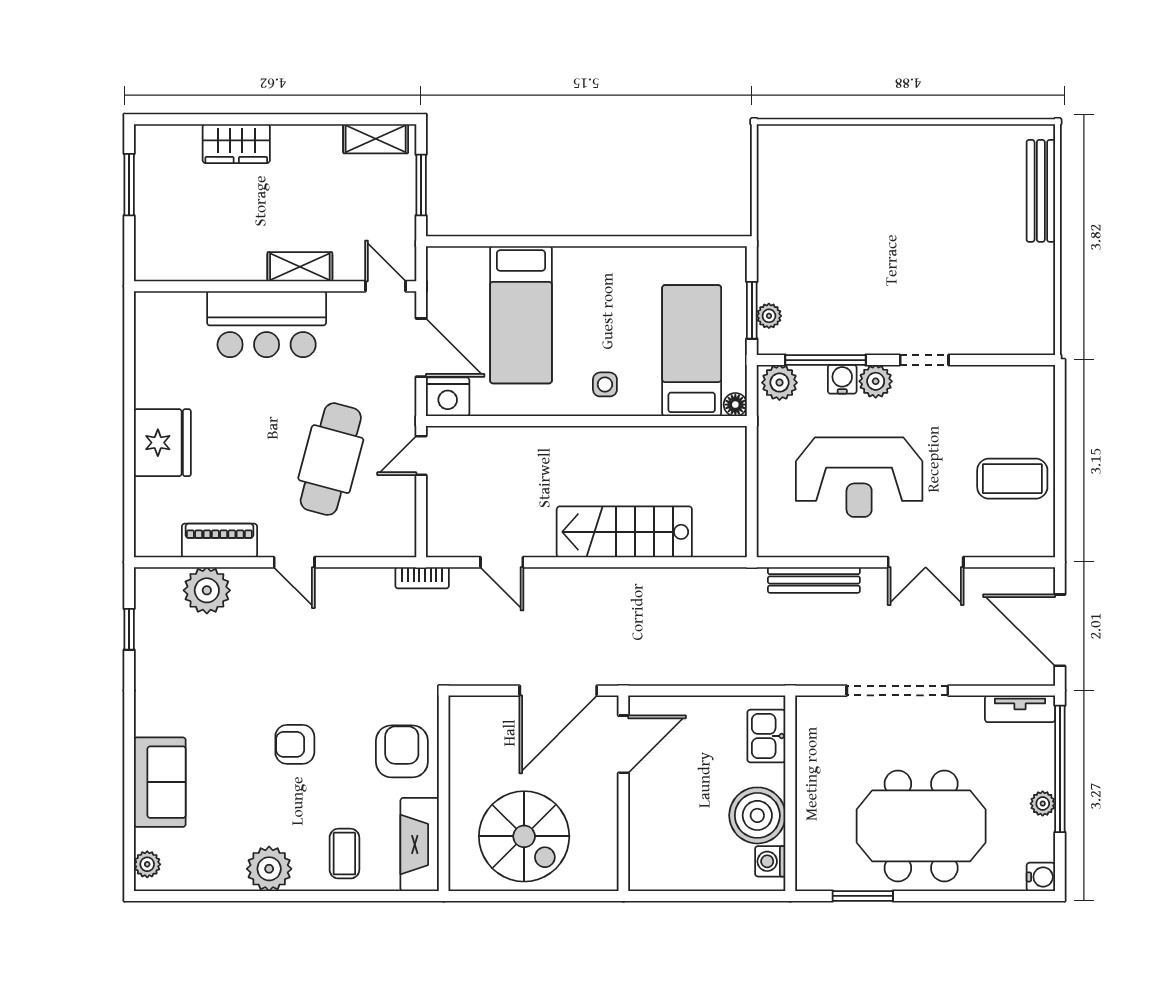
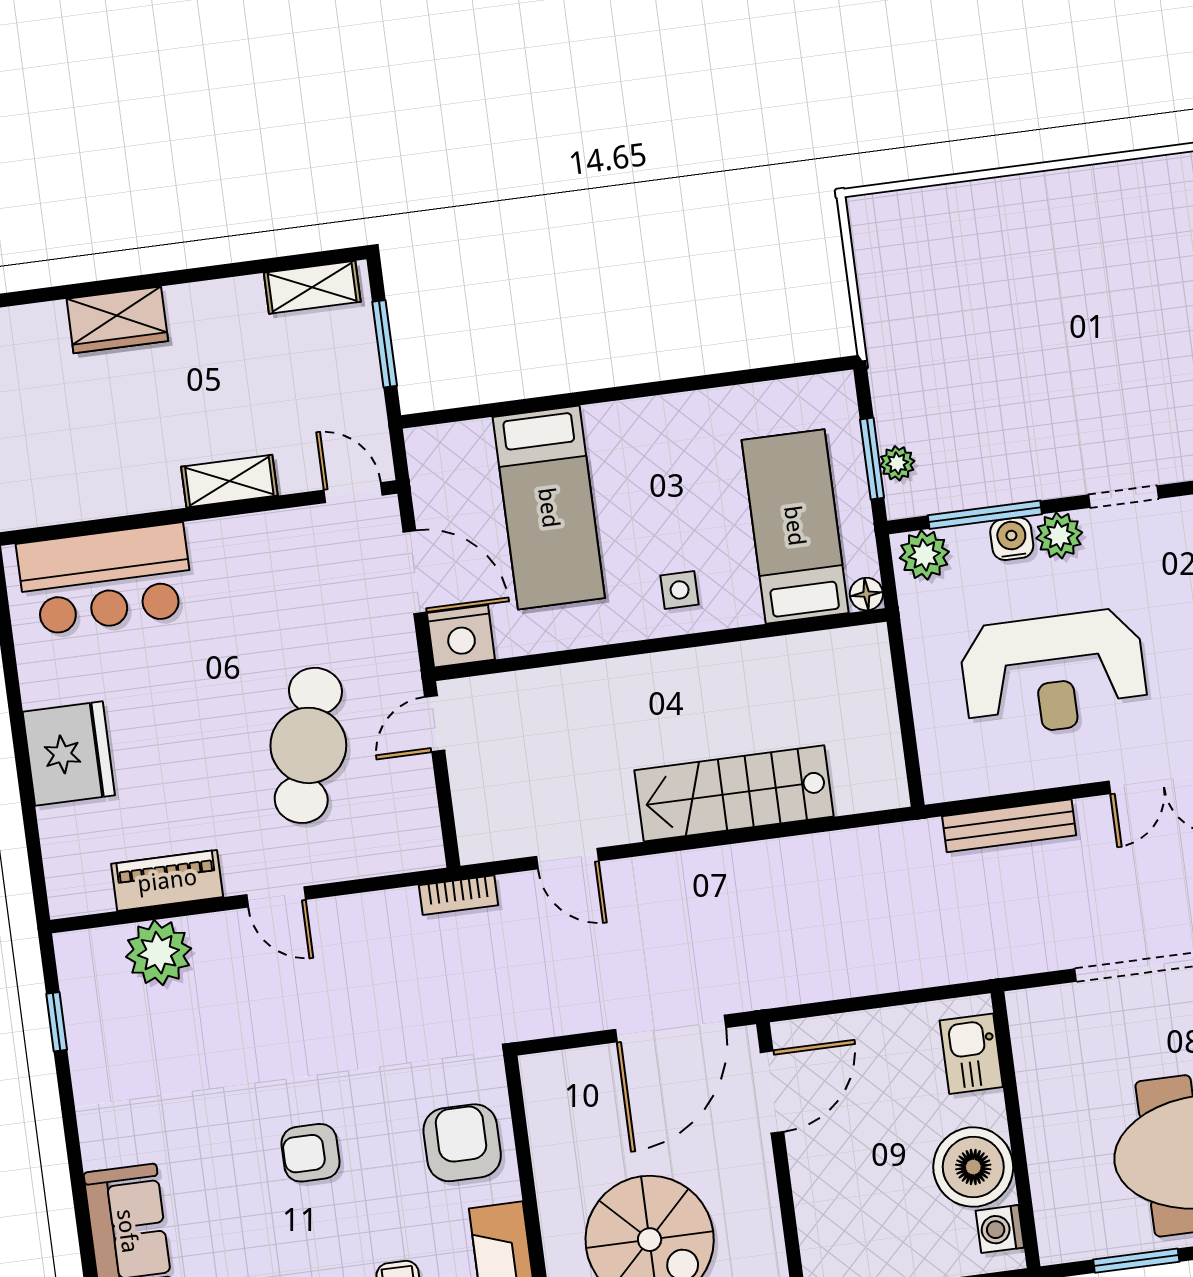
bar counter: (267, 324) -> (105, 579), moved

